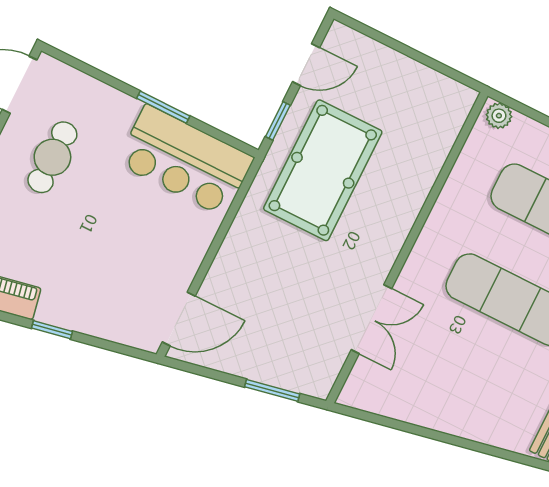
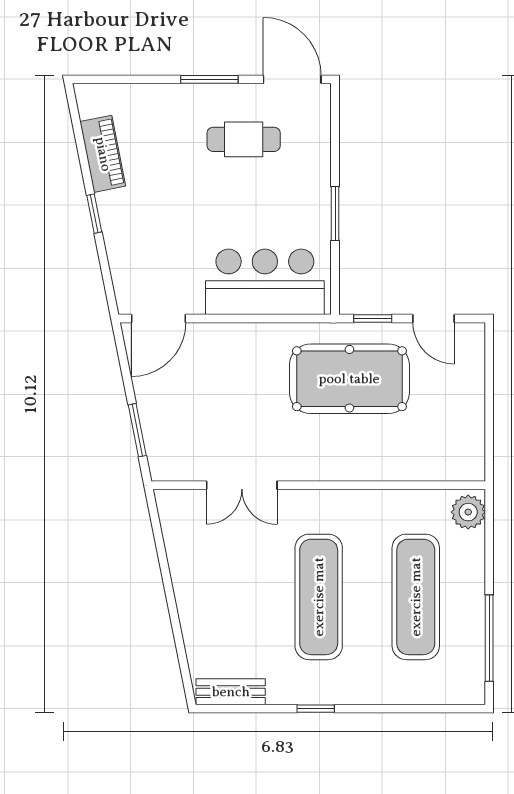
plant: (499, 116) -> (468, 512), width x1.38, depth x1.38
bar counter: (185, 160) -> (265, 282), moved, turned 90
door: (179, 319) -> (158, 319), hinge flipped

